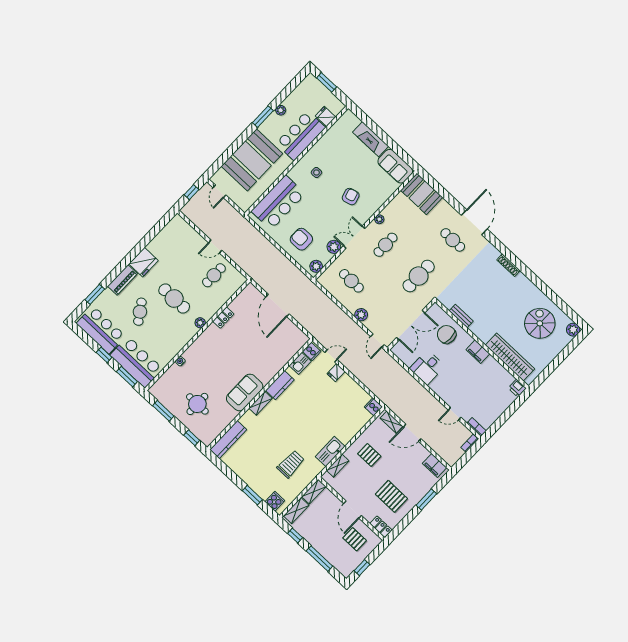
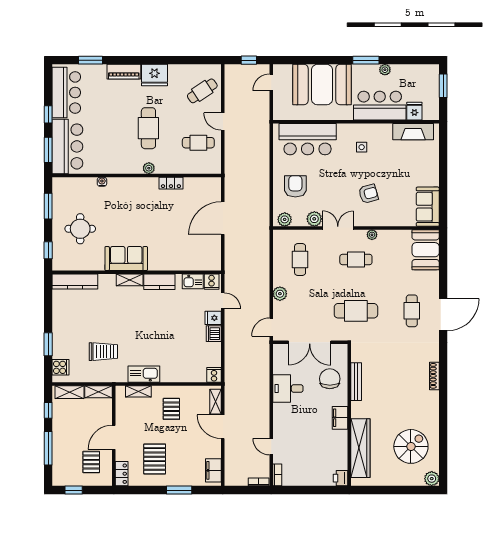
fireplace: (371, 139) -> (413, 132), moved, turned -90
cafe table: (140, 312) -> (202, 91), moved
bench: (461, 316) -> (356, 382), width x1.36
dishwasher: (347, 382) -> (214, 334), added

